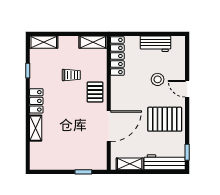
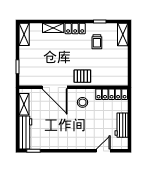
shelving: (93, 42) -> (24, 34), moved
trolley: (71, 75) -> (97, 42), moved
stool: (158, 79) -> (83, 102), moved
door: (187, 89) -> (103, 151), moved
pallet: (165, 119) -> (60, 133), removed

